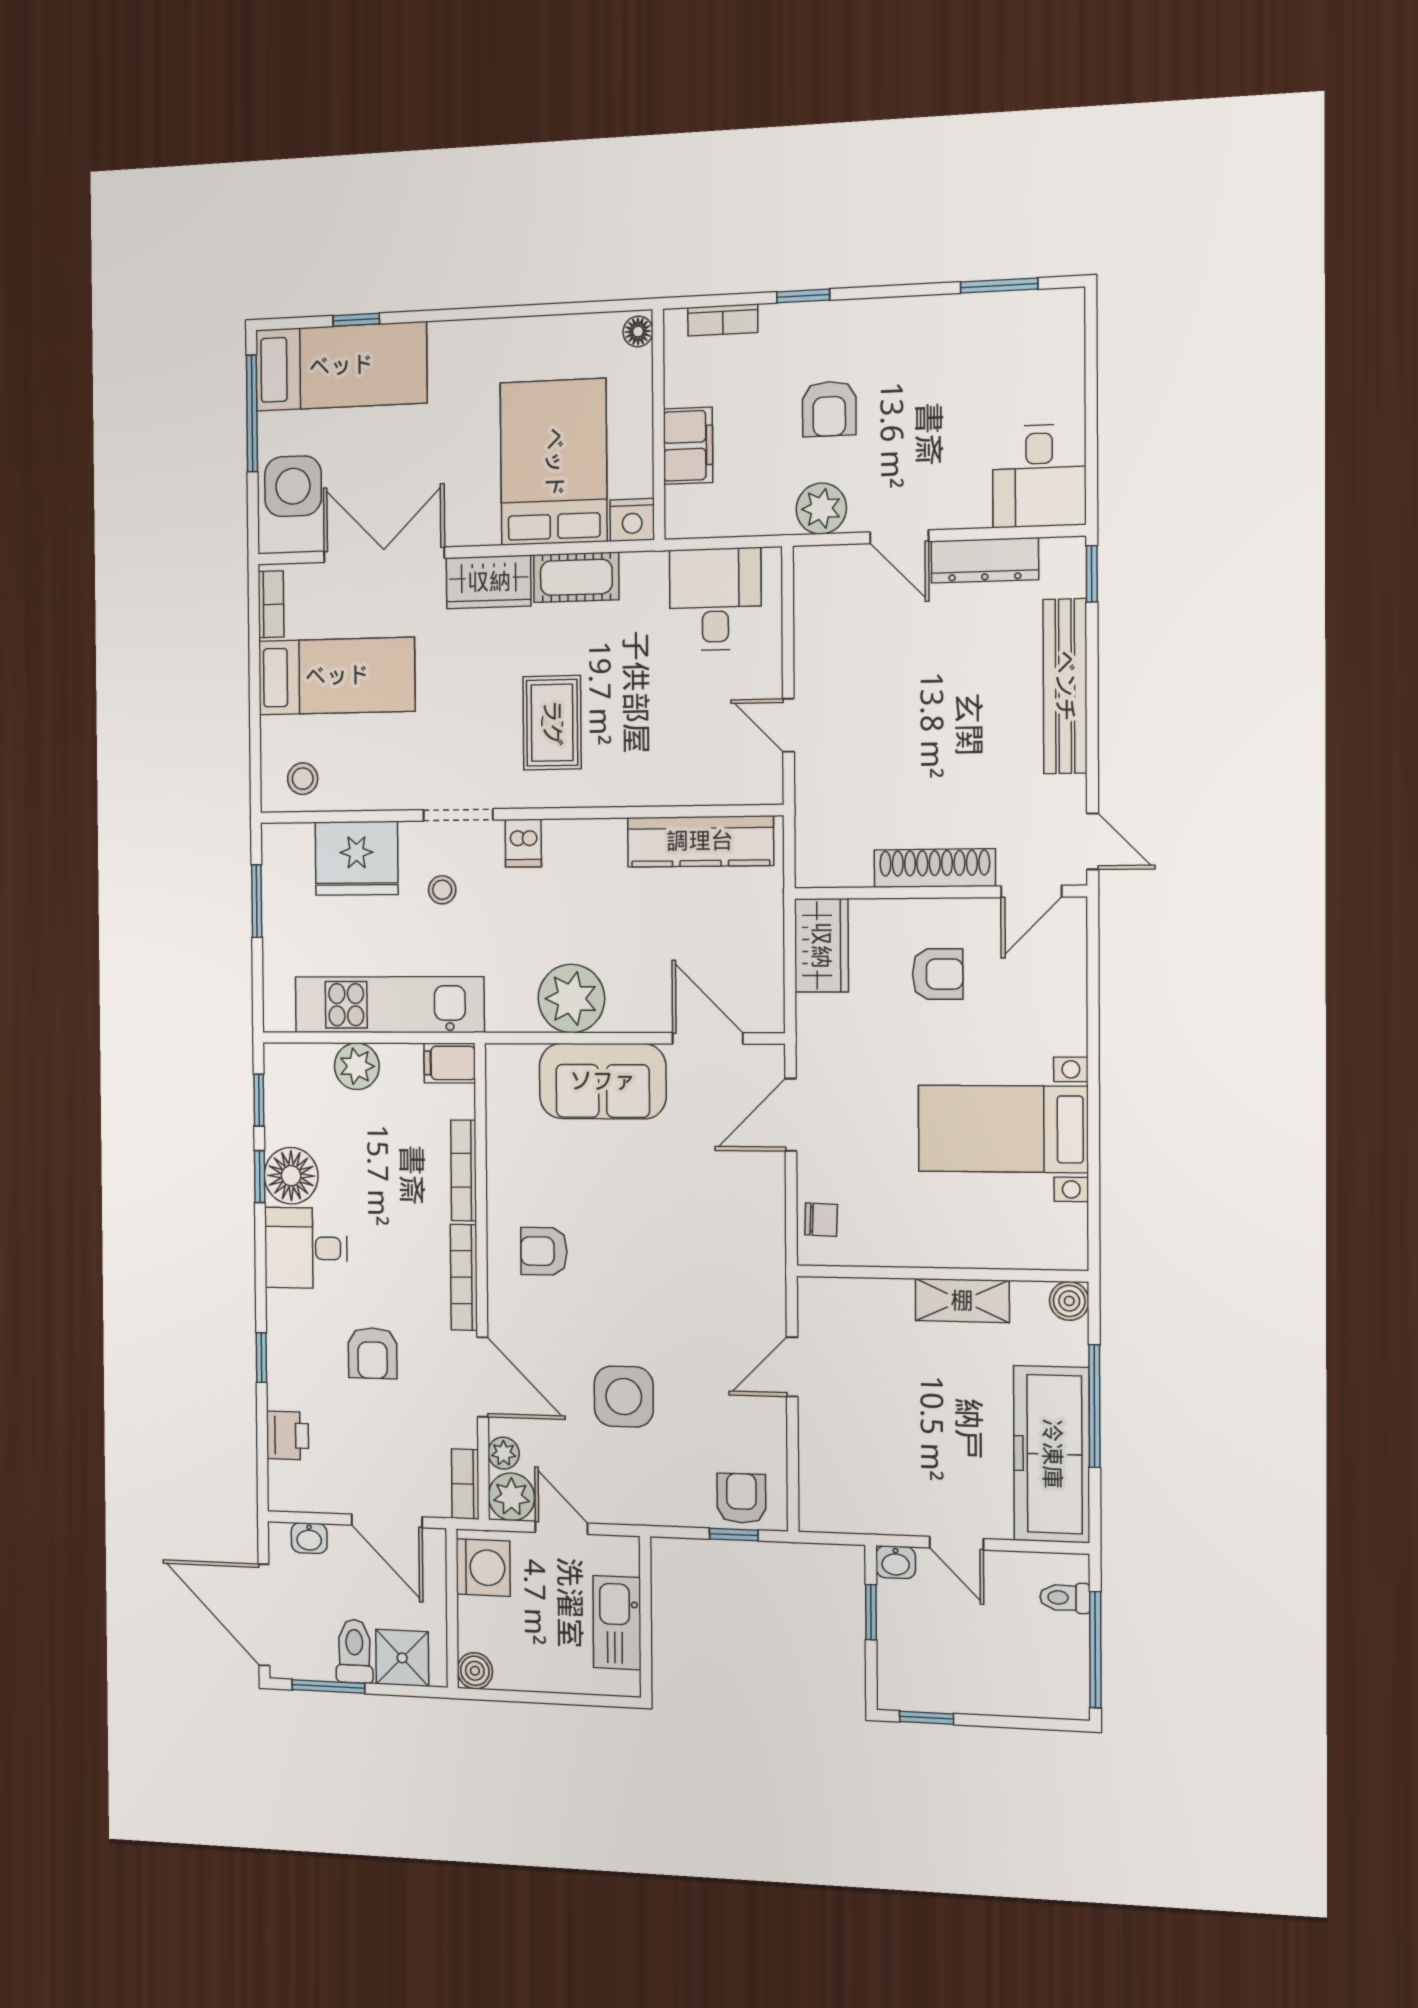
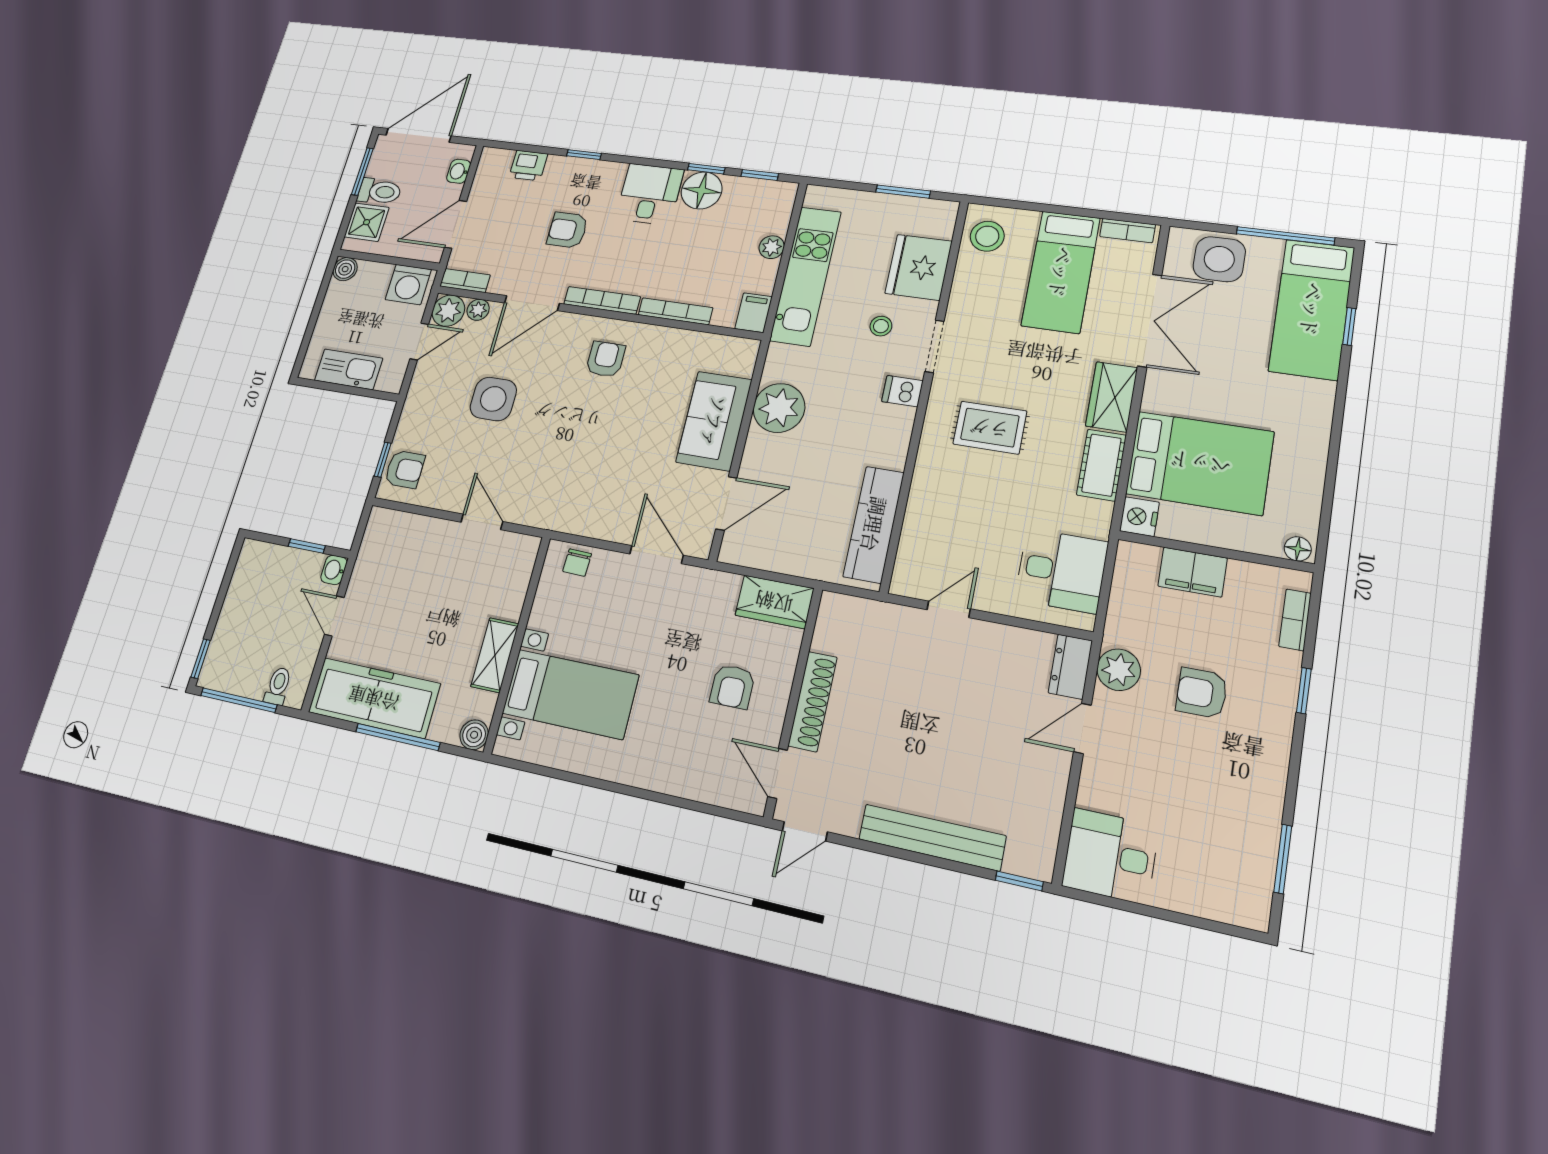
dresser: (985, 560) -> (1070, 667), moved, width x0.70
stool: (303, 779) -> (987, 236), width x1.37, depth x1.37
plant: (357, 1066) -> (772, 247), width x0.73, depth x0.73
bed with nightstands: (1003, 1129) -> (570, 694), moved, turned 90
door: (956, 1543) -> (334, 616), hinge flipped
window: (926, 1718) -> (201, 659), moved

